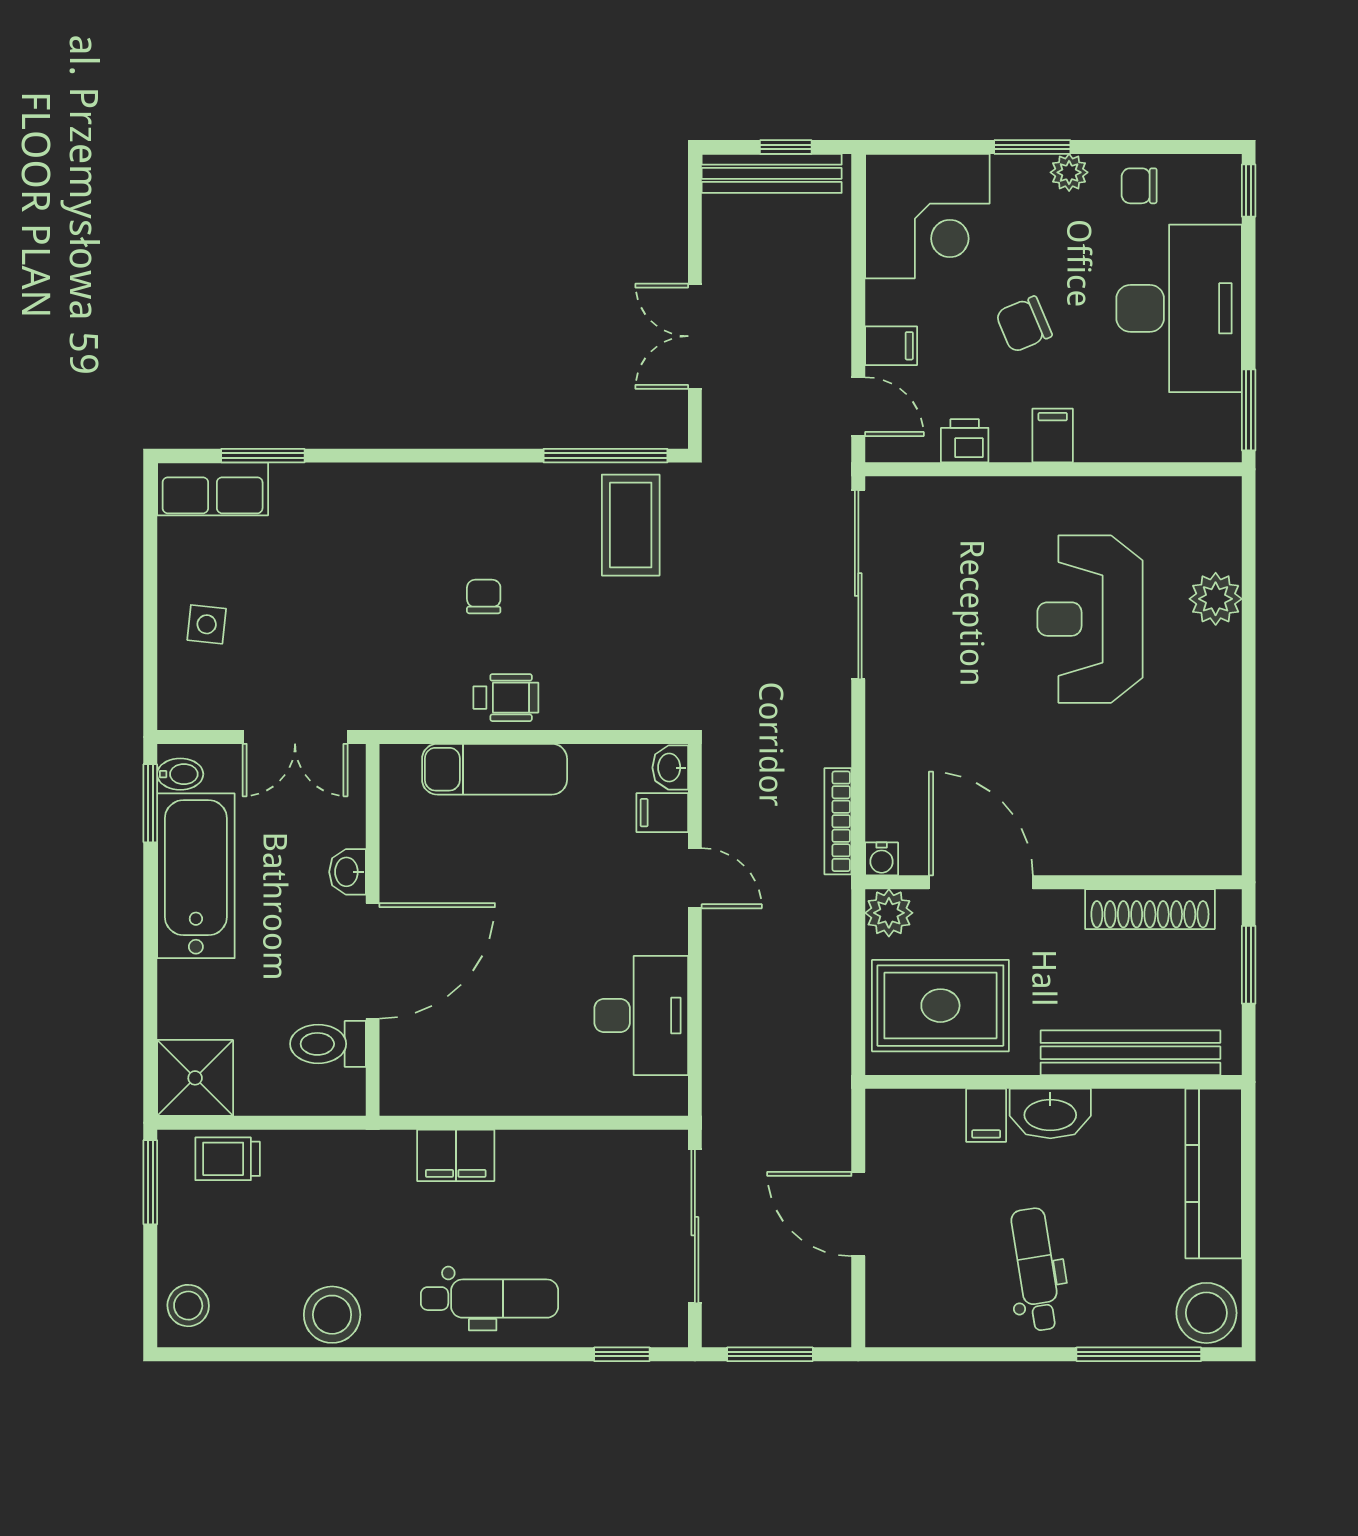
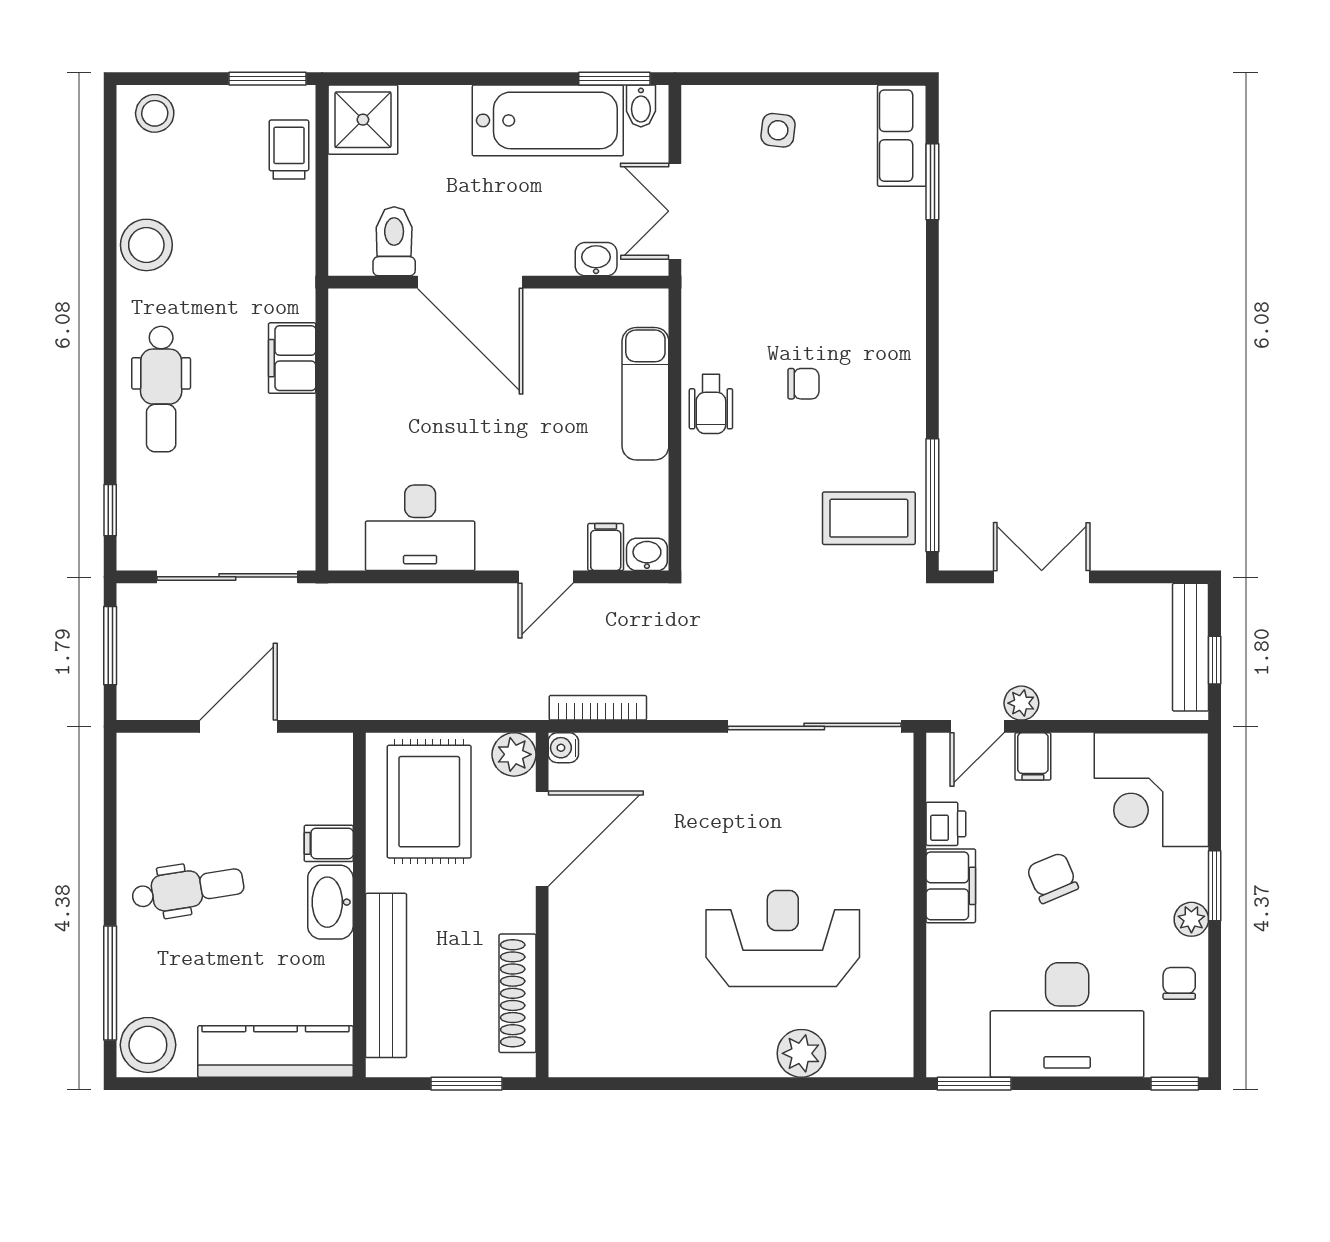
plant: (833, 358) -> (1021, 703), added
filing cabinet: (1053, 435) -> (951, 886), width x2.00
washbasin: (347, 872) -> (596, 259), moved

